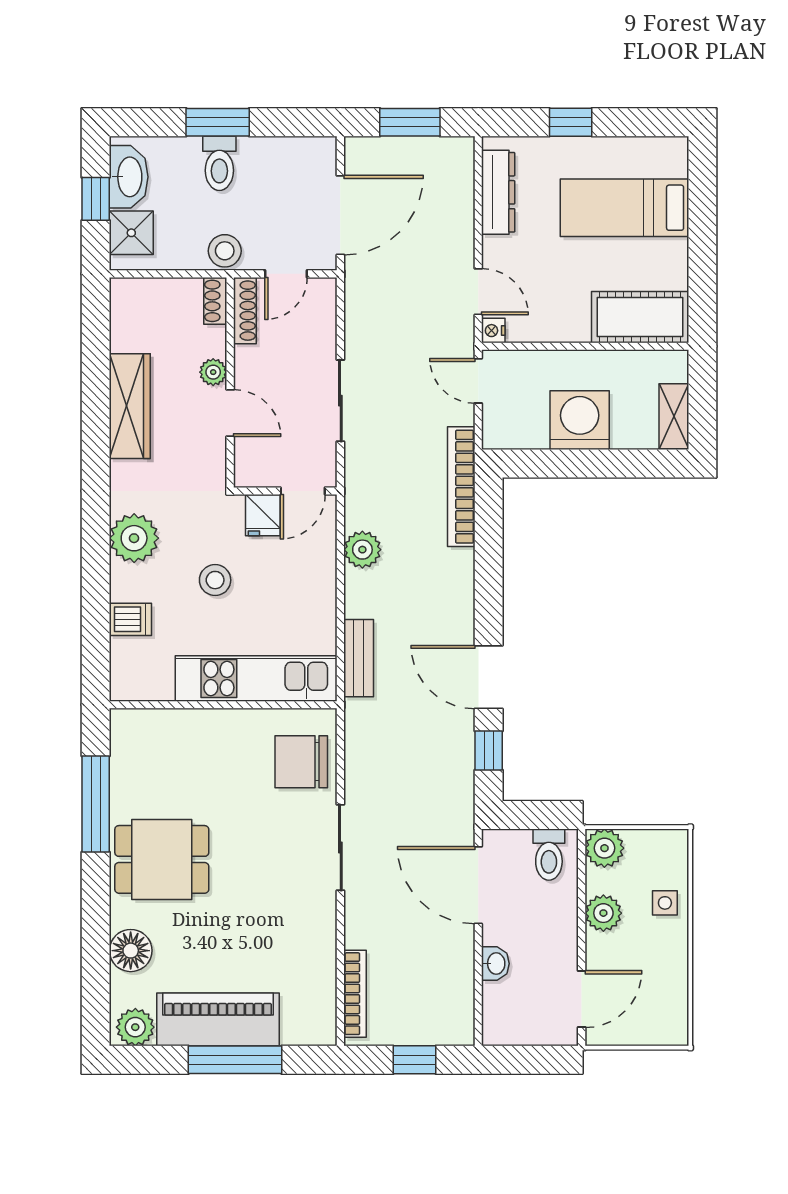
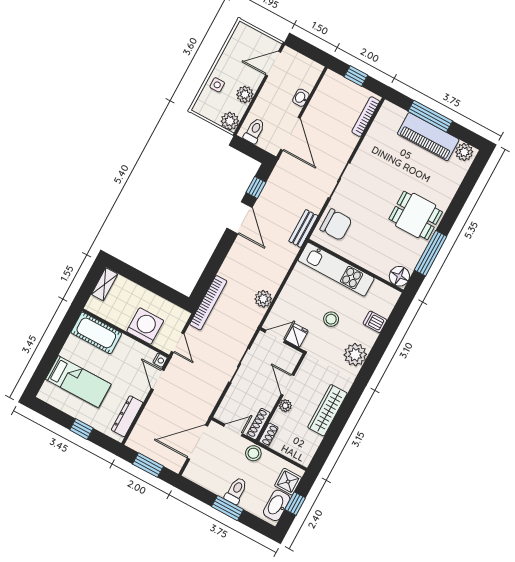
washing machine: (580, 420) -> (145, 326), moved, turned 180
bench: (359, 658) -> (303, 228), moved
floor lamp: (131, 951) -> (399, 276), moved

